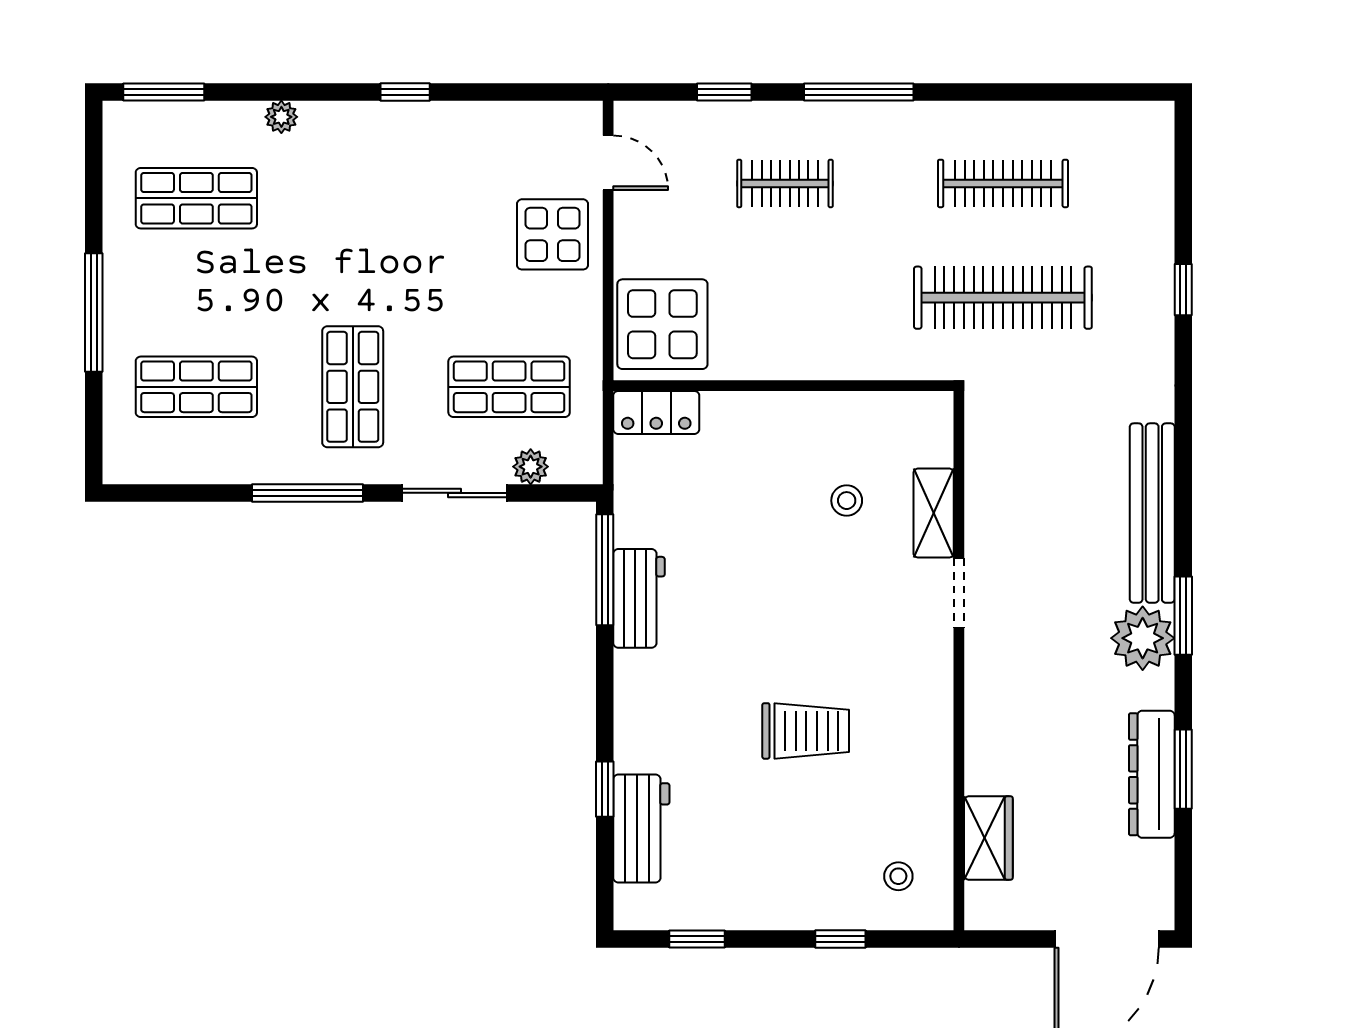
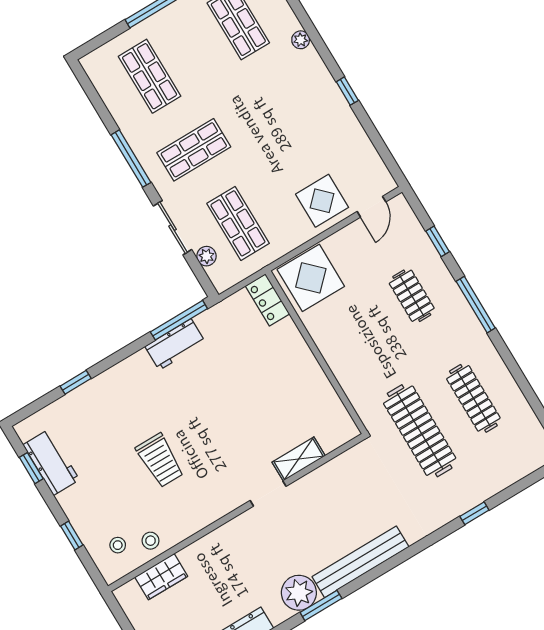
stool: (847, 501) -> (151, 541), moved
workbench: (641, 829) -> (51, 462), moved, turned -90

